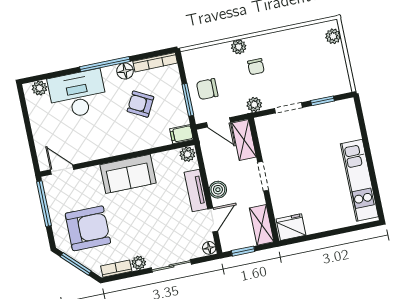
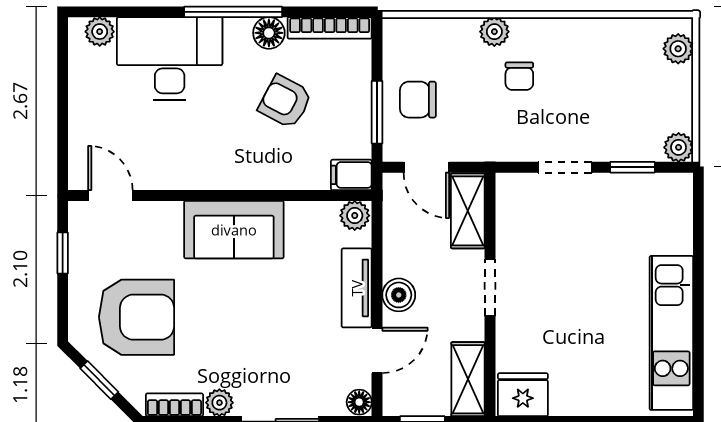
plant: (254, 105) -> (679, 147), moved
window: (44, 204) -> (63, 253), width x0.46
window: (76, 264) -> (99, 380), width x0.67

